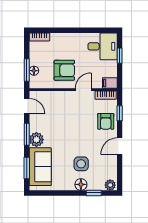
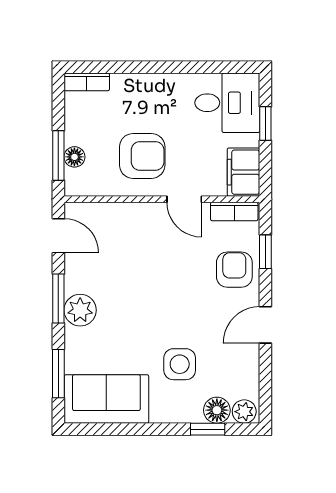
filing cabinet: (110, 83) -> (243, 172), width x2.00
door: (83, 90) -> (184, 199), swing flipped
armchair: (106, 121) -> (234, 270), turned 180
sofa: (40, 167) -> (106, 399), moved, turned -90
floor lamp: (81, 184) -> (217, 410), moved

